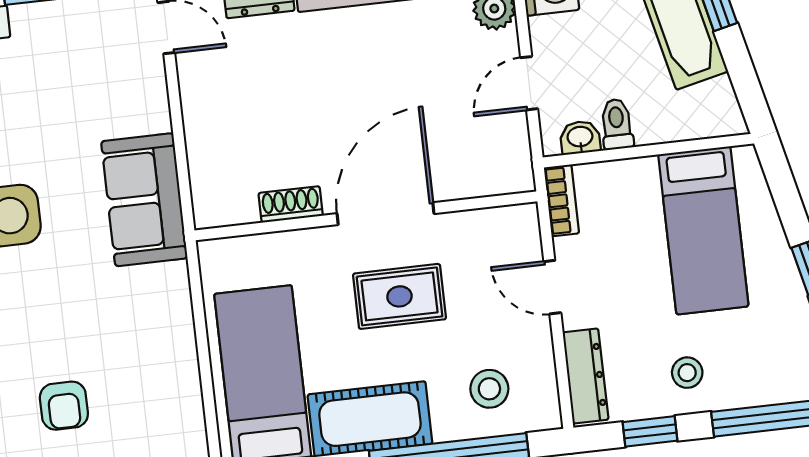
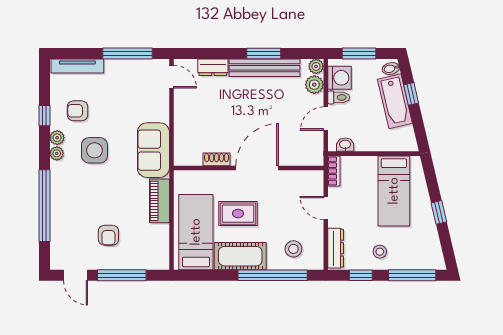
toilet: (617, 124) -> (339, 97), moved, turned 90
rug: (399, 296) -> (238, 214), moved
piano: (171, 314) -> (159, 201), added

